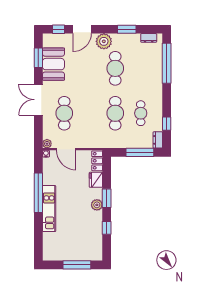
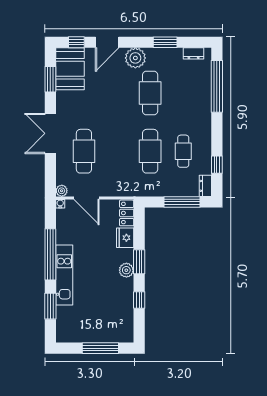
booth: (53, 64) -> (70, 69), moved
window: (38, 233) -> (50, 306), added

